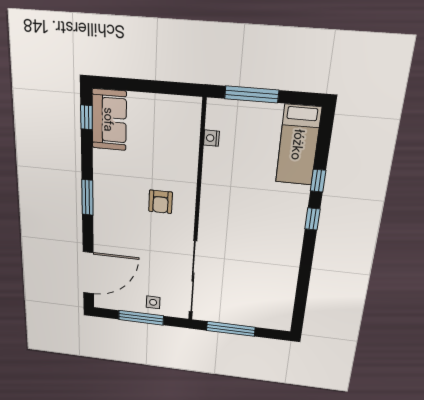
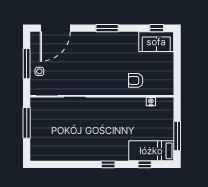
window: (252, 94) -> (177, 136), moved
window: (318, 181) -> (145, 164), moved
armchair: (161, 202) -> (136, 80), moved
door: (88, 273) -> (55, 28), hinge flipped

